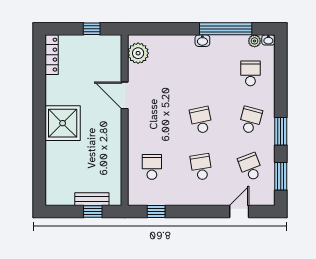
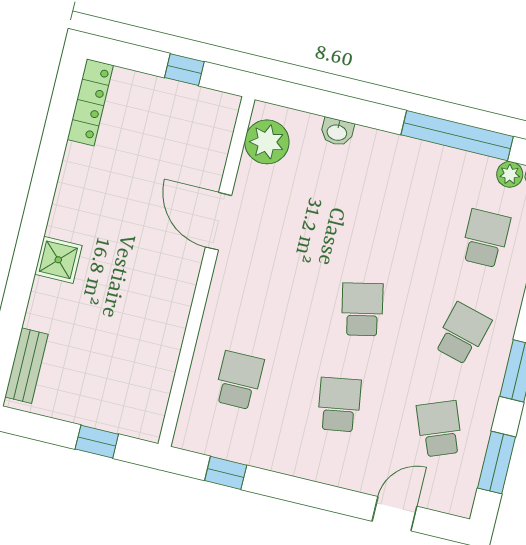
washbasin: (202, 41) -> (337, 132), moved
shower: (63, 123) -> (58, 260), width x0.54, depth x0.54
bench: (92, 199) -> (26, 366), moved, turned 90

